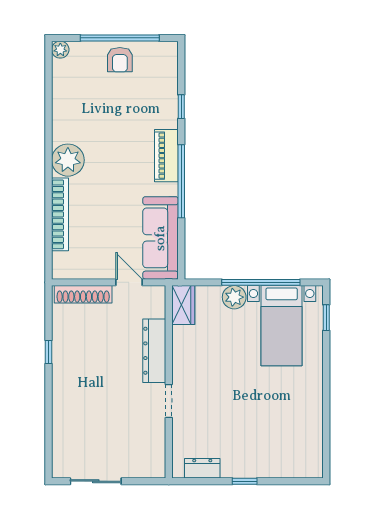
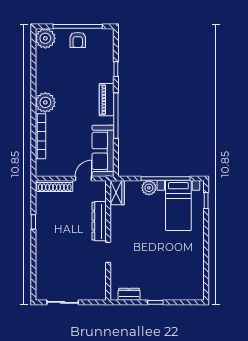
plant: (60, 50) -> (45, 38), width x1.87, depth x1.87
door: (129, 282) -> (83, 179), hinge flipped

